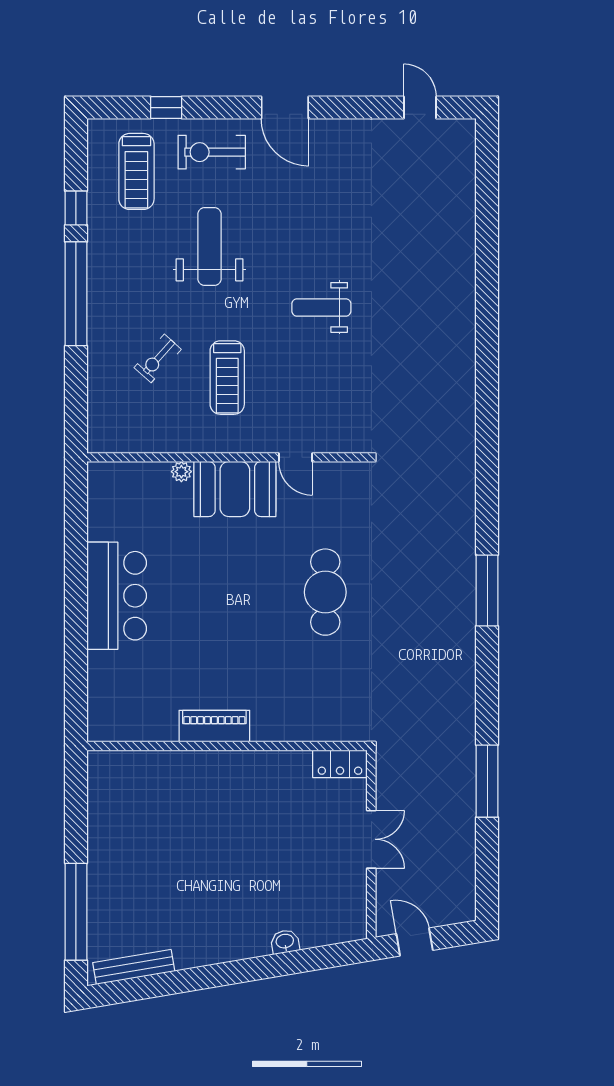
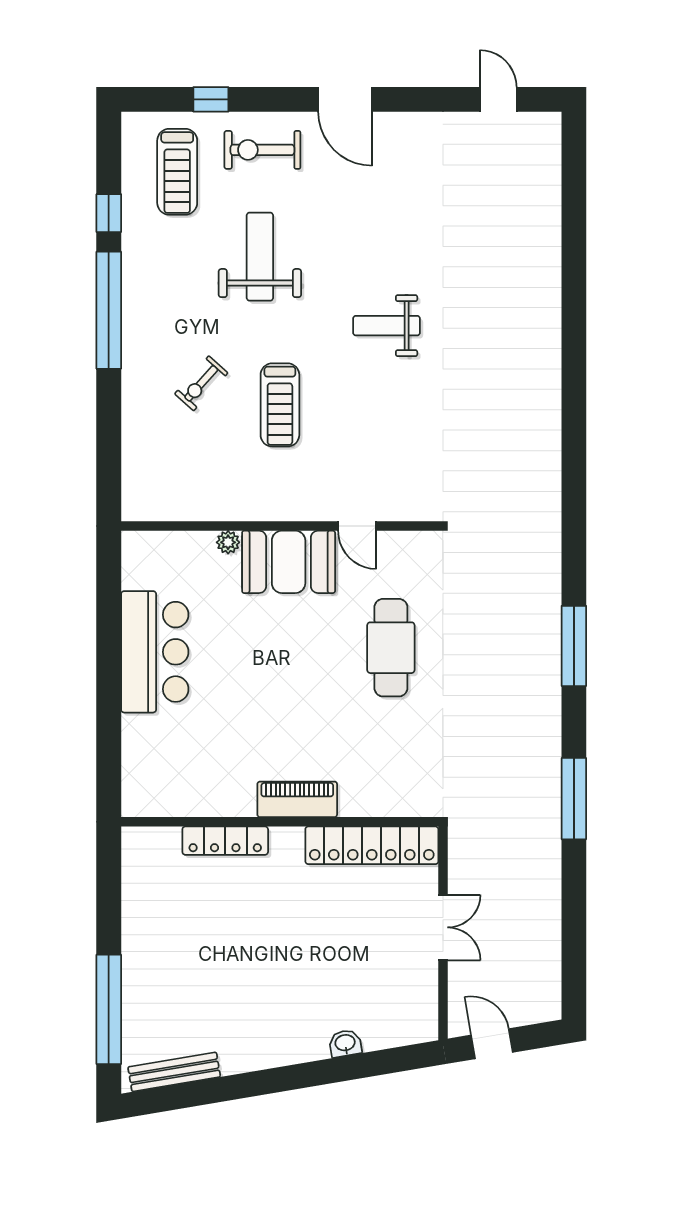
wall: (227, 457) -> (280, 526), moved
door: (296, 457) -> (357, 526), moved
plant: (181, 472) -> (228, 542), moved
booth: (235, 489) -> (289, 562), moved
piano: (214, 726) -> (297, 799), moved
locker: (179, 763) -> (225, 841), added
locker: (340, 764) -> (372, 845), width x2.16, depth x1.21
window: (487, 781) -> (574, 799), moved

